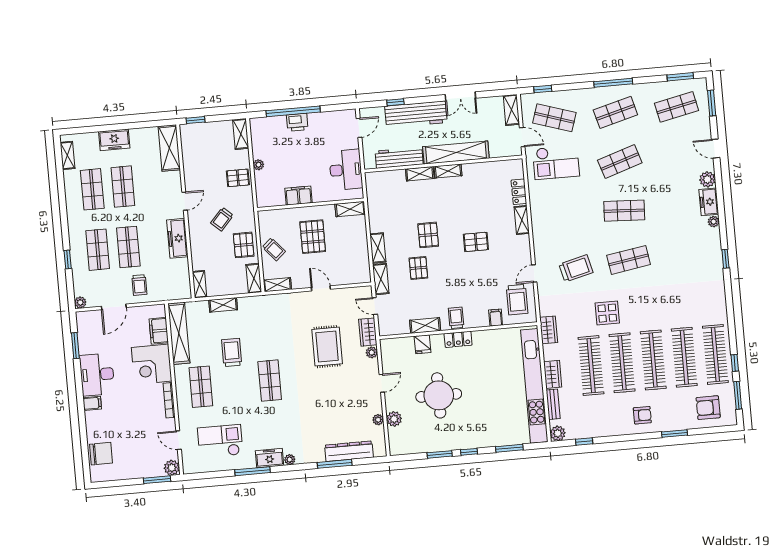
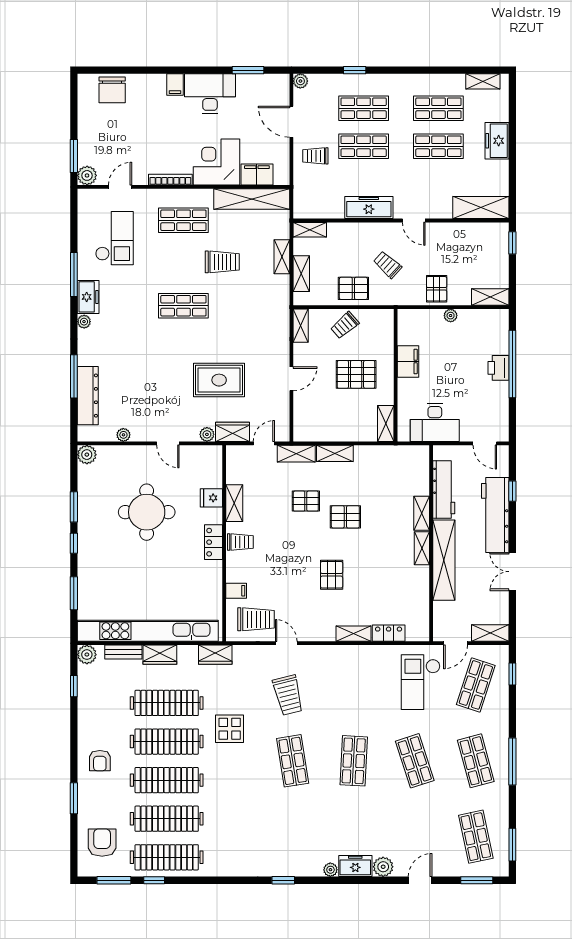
shelving: (254, 278) -> (301, 274), moved, turned 90
trolley: (517, 300) -> (256, 619), turned 180
plant: (394, 419) -> (87, 455), moved

